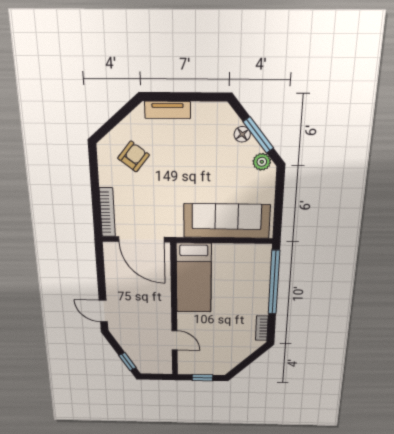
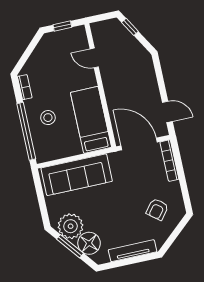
tv unit: (168, 110) -> (133, 251), width x1.41
floor lamp: (242, 134) -> (89, 243), width x1.89, depth x1.89
plant: (262, 162) -> (71, 226), width x1.87, depth x1.87
stool: (244, 291) -> (48, 118), added
door: (103, 311) -> (167, 112), moved

